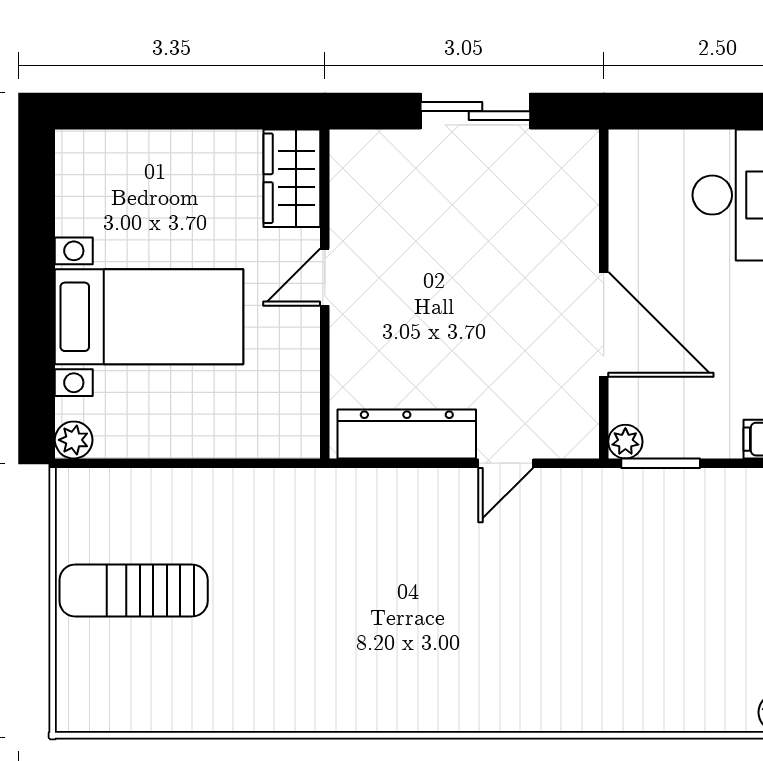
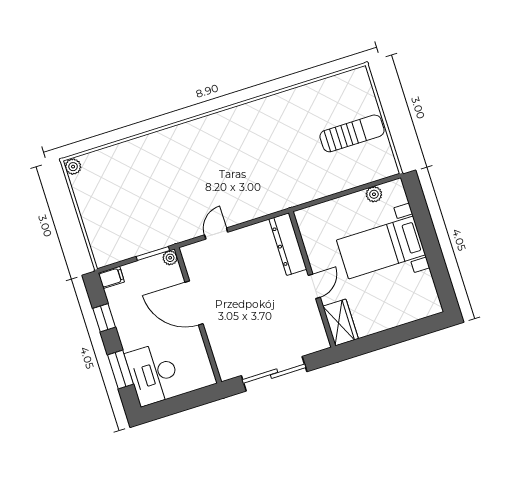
sliding door: (475, 111) -> (274, 374), width x1.37
dresser: (407, 434) -> (288, 244), moved, turned 90
plant: (74, 440) -> (374, 194), moved

